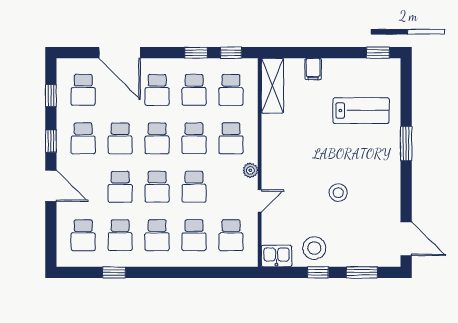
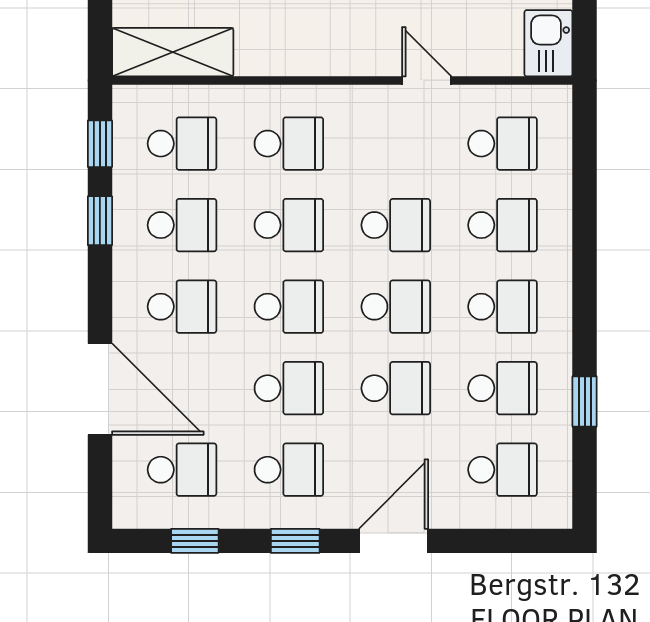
door: (120, 53) -> (100, 389), hinge flipped
plant: (250, 170) -> (359, 101), removed

